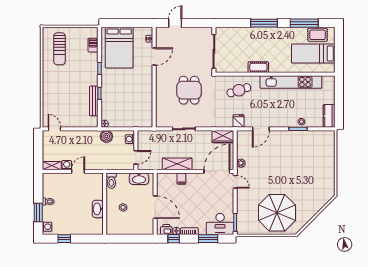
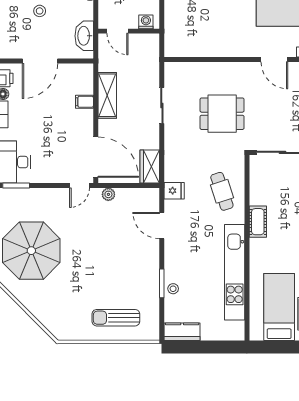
sun lounger: (320, 158) -> (116, 318), added

